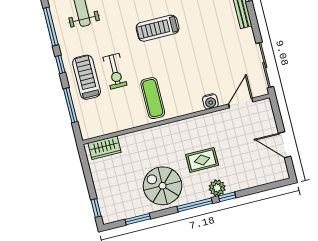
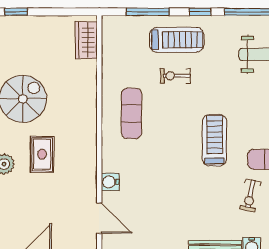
exercise bike: (115, 71) -> (175, 76), width x0.73, depth x0.72
exercise mat: (153, 98) -> (132, 113), turned 90

